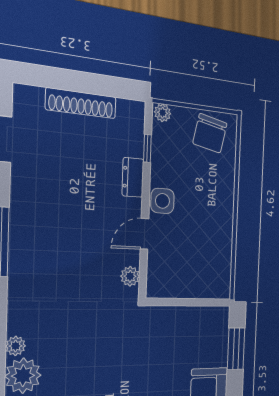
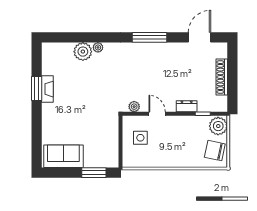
plant: (163, 113) -> (218, 126), width x1.88, depth x1.88
side table: (162, 201) -> (140, 138), moved

